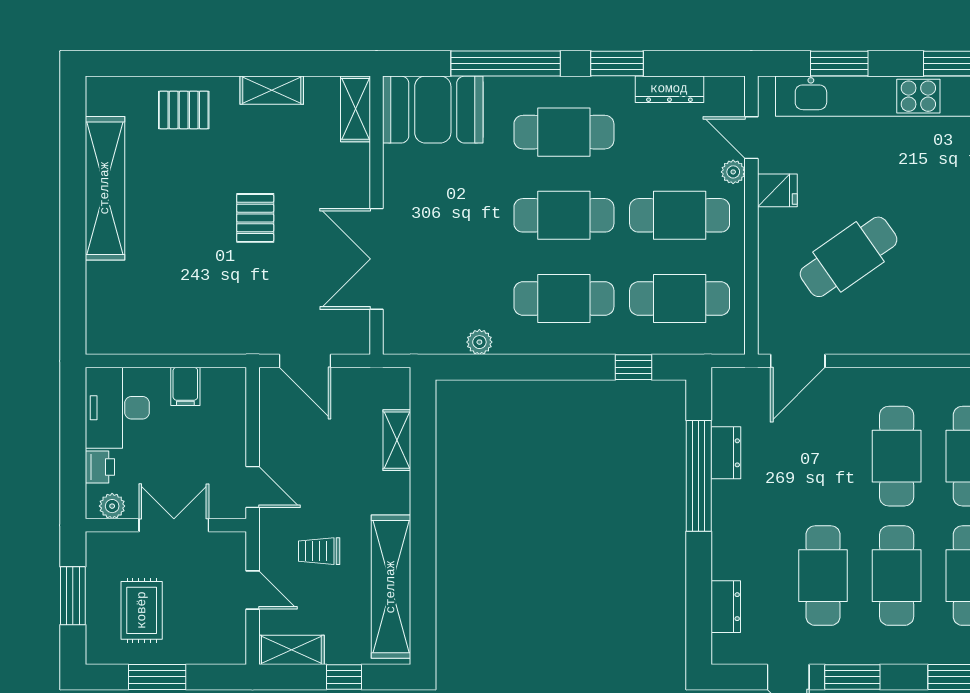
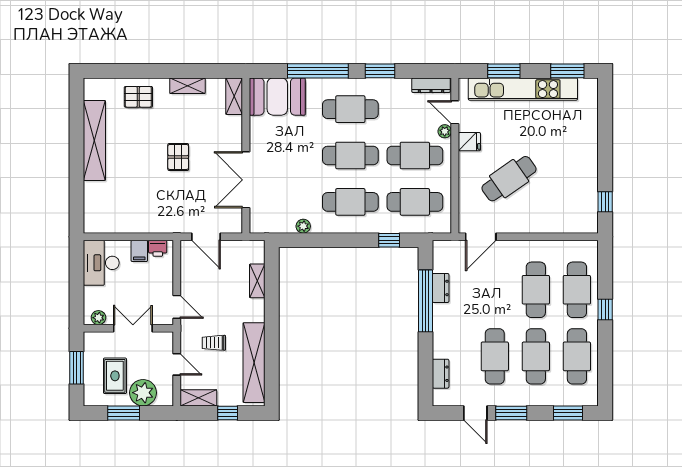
dresser: (669, 89) -> (431, 85), moved
printer: (100, 467) -> (158, 248), moved, turned 90
plant: (192, 641) -> (143, 393), added

